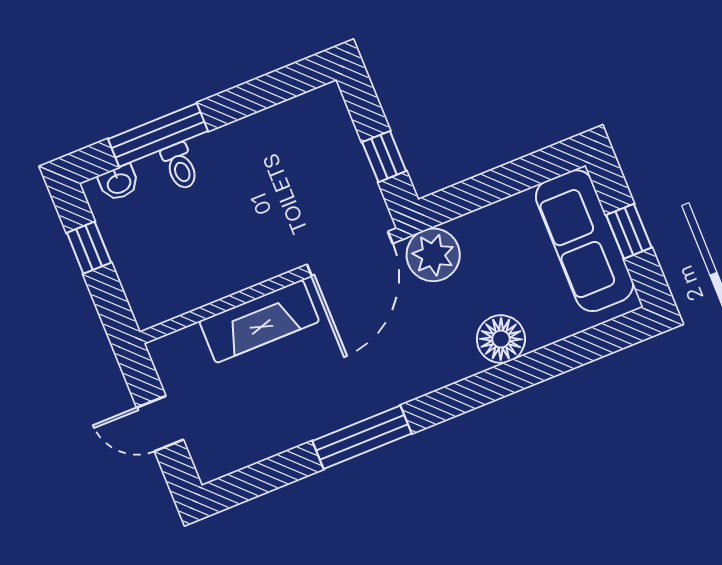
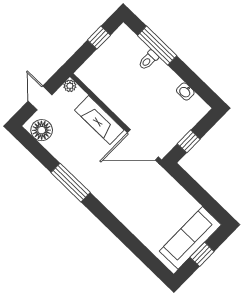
washbasin: (119, 183) -> (185, 91), moved
plant: (433, 255) -> (70, 86), moved, width x0.53, depth x0.53
floor lamp: (501, 339) -> (42, 130), moved

